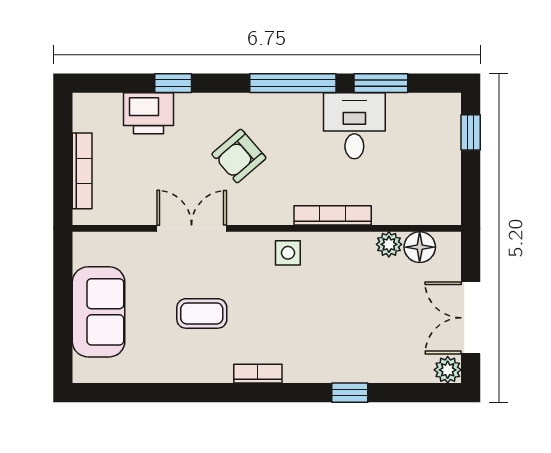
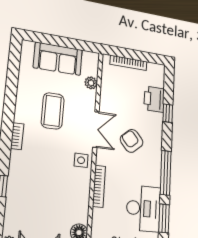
desk: (354, 126) -> (143, 208), width x1.37
double door: (192, 228) -> (96, 129), moved
plant: (389, 244) -> (91, 83), moved
coffee table: (202, 313) -> (53, 111), width x1.36, depth x1.30

